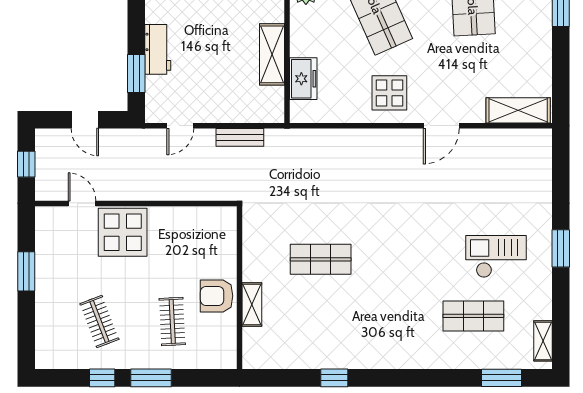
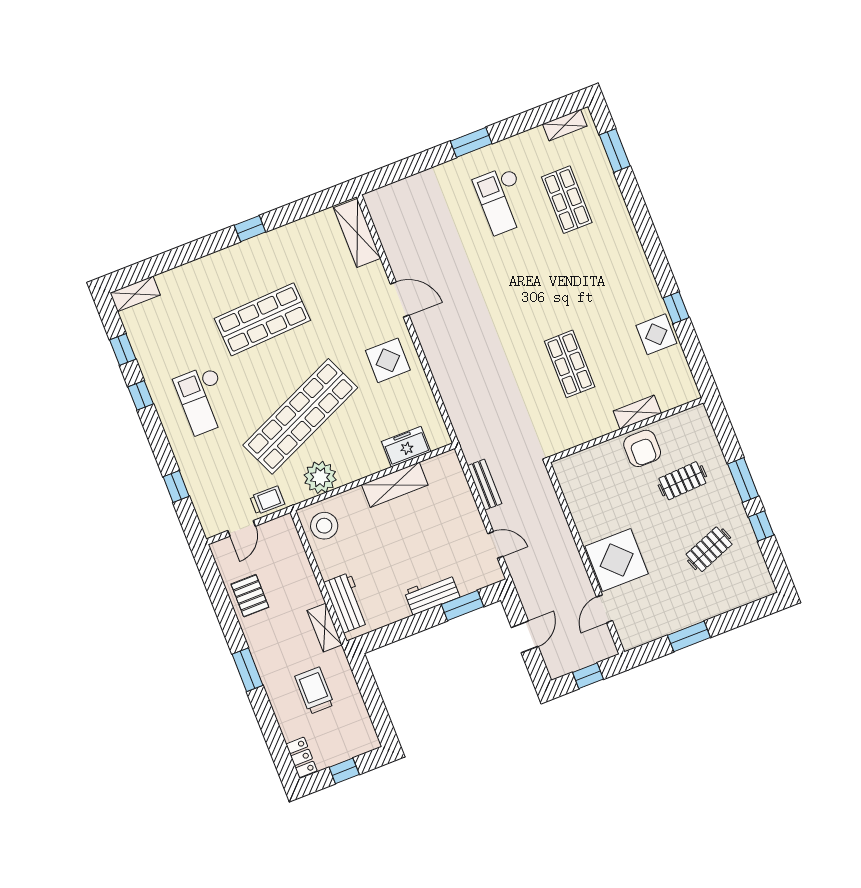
display table: (317, 350) -> (656, 334), added

